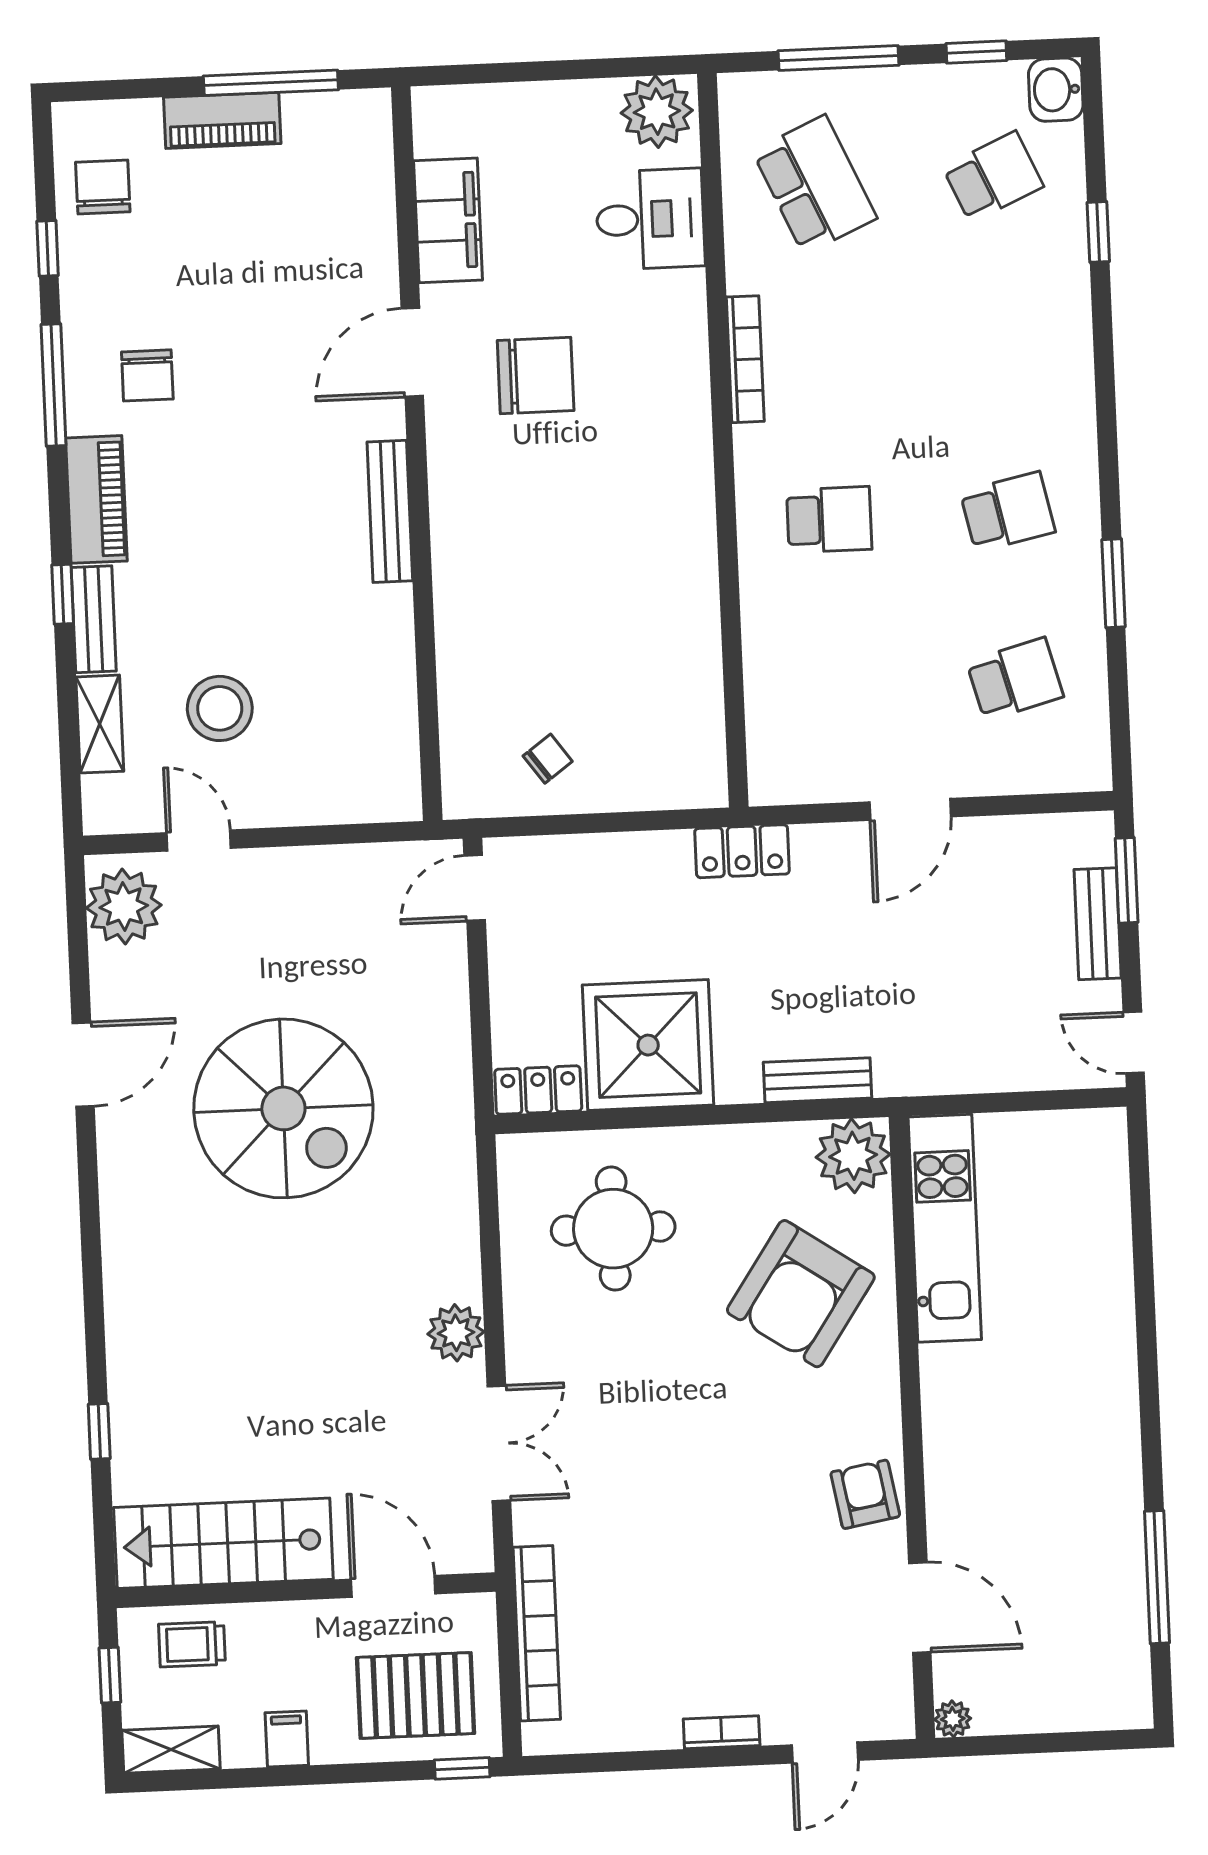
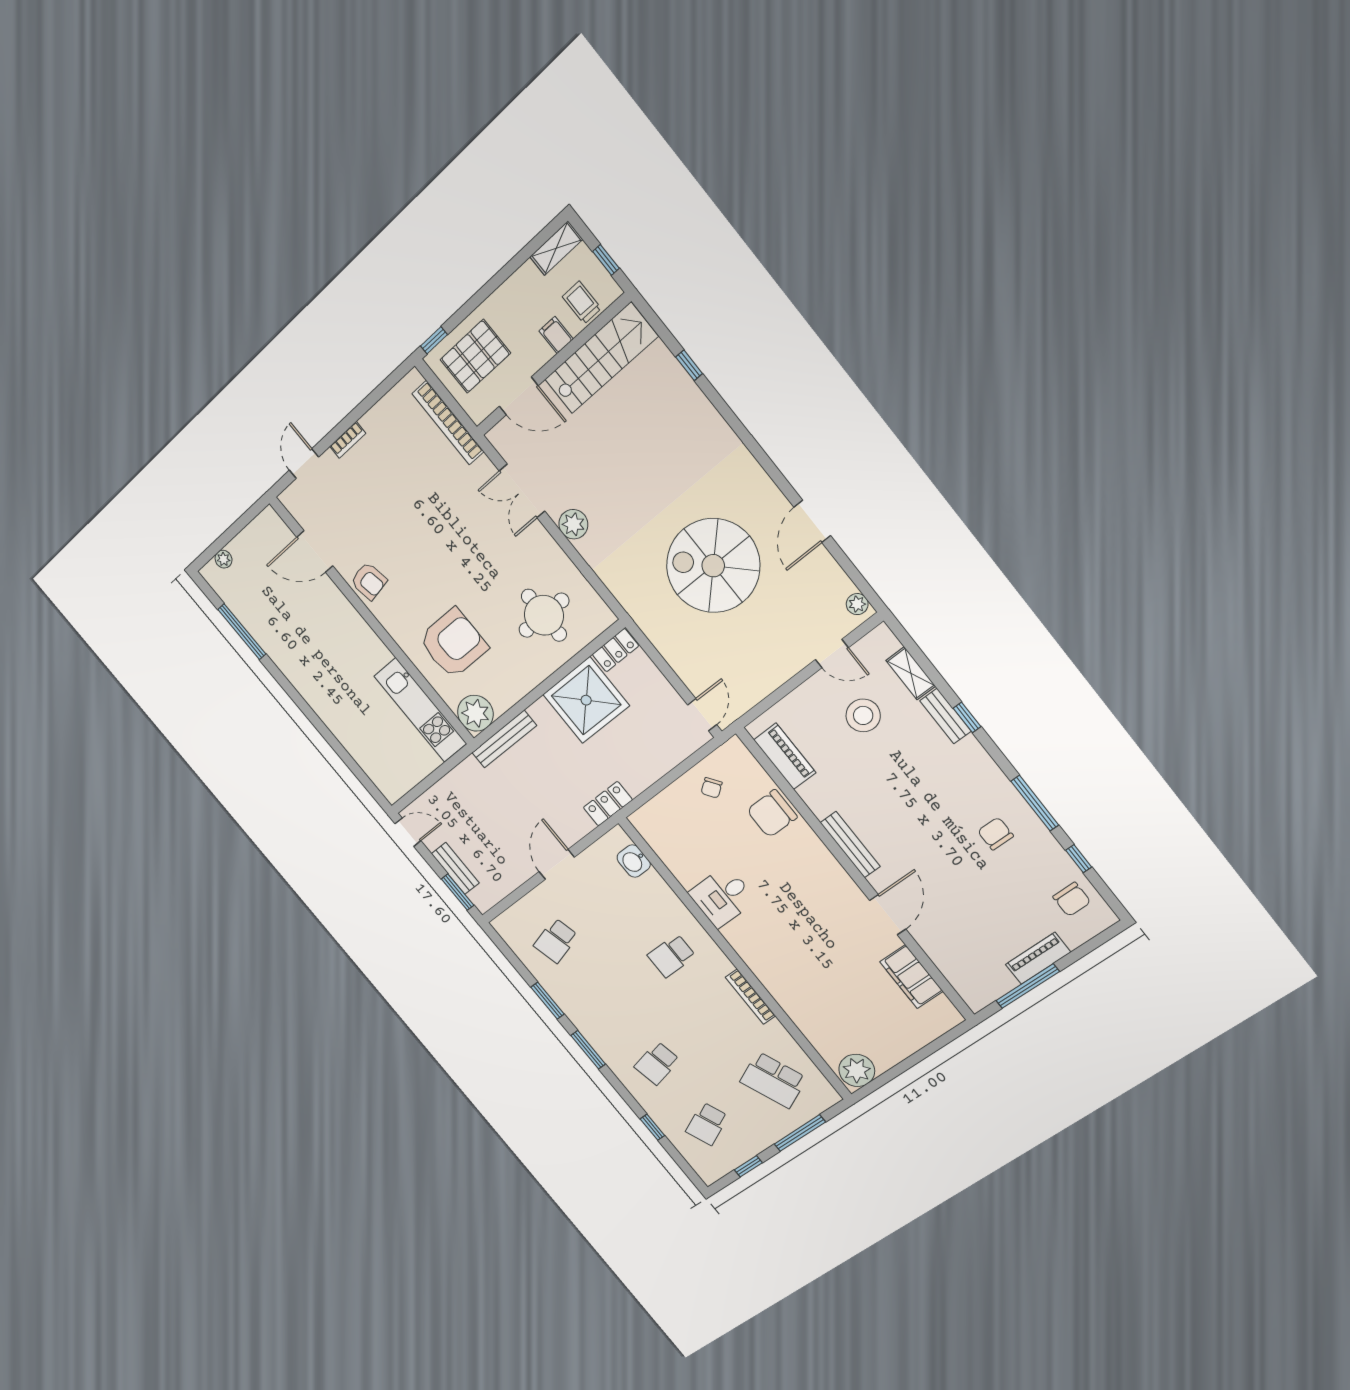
washbasin: (1056, 90) -> (634, 861), moved, turned 180
desk: (650, 219) -> (722, 897), moved
chair: (536, 376) -> (772, 814), moved
window: (1108, 448) -> (588, 1050), added
piano: (96, 499) -> (785, 756), moved, turned 180
school desk: (1008, 512) -> (657, 1063), moved
plant: (124, 906) -> (857, 604), width x0.53, depth x0.53
bench: (818, 1080) -> (504, 739), width x1.36
armchair: (801, 1294) -> (453, 643), turned 56
trolley: (192, 1644) -> (582, 303), turned -90
plant: (953, 1719) -> (223, 559), moved
filing cabinet: (287, 1739) -> (556, 335), moved, turned 180

